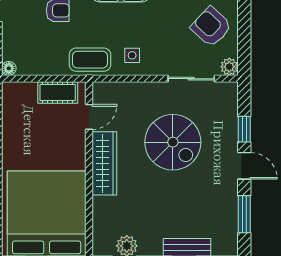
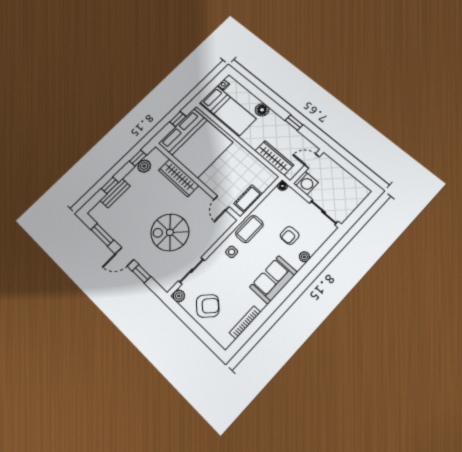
wardrobe: (104, 163) -> (179, 178), moved

